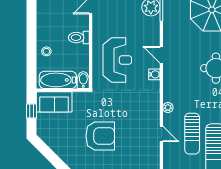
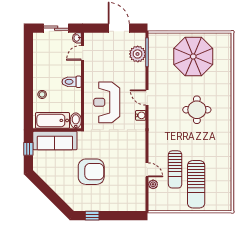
reception desk: (117, 60) -> (107, 102), turned 180
sofa: (54, 102) -> (55, 140), width x1.36
plant: (168, 107) -> (153, 184), moved

